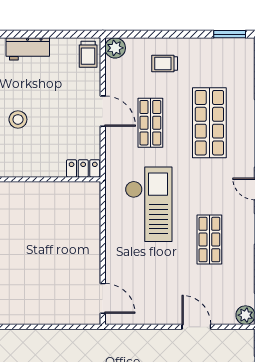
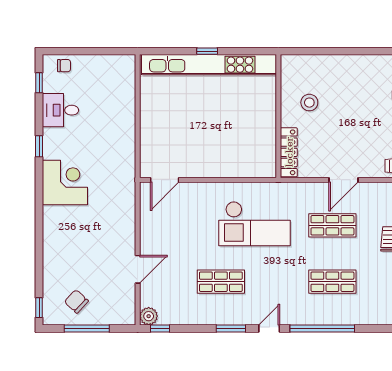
stool: (18, 119) -> (309, 103), moved
shop shelf: (209, 123) -> (332, 282), width x0.70, depth x0.74
locker: (83, 168) -> (289, 152), width x1.53

